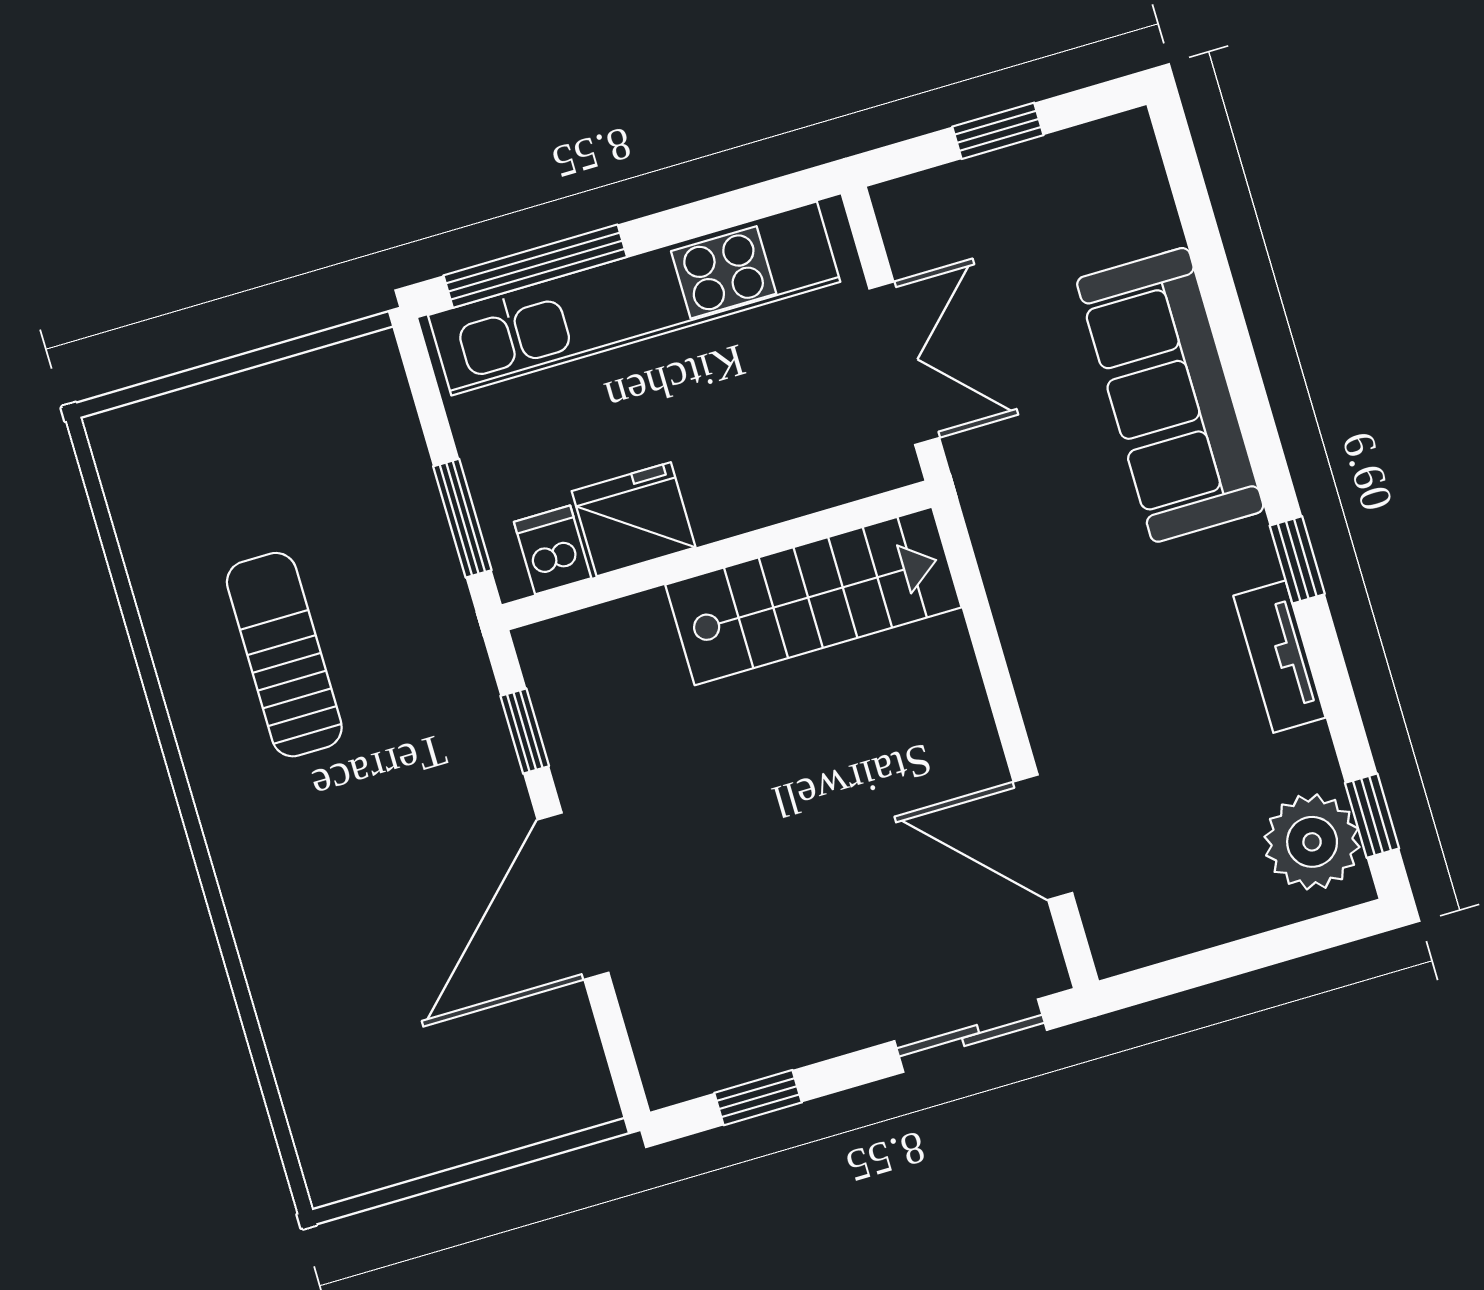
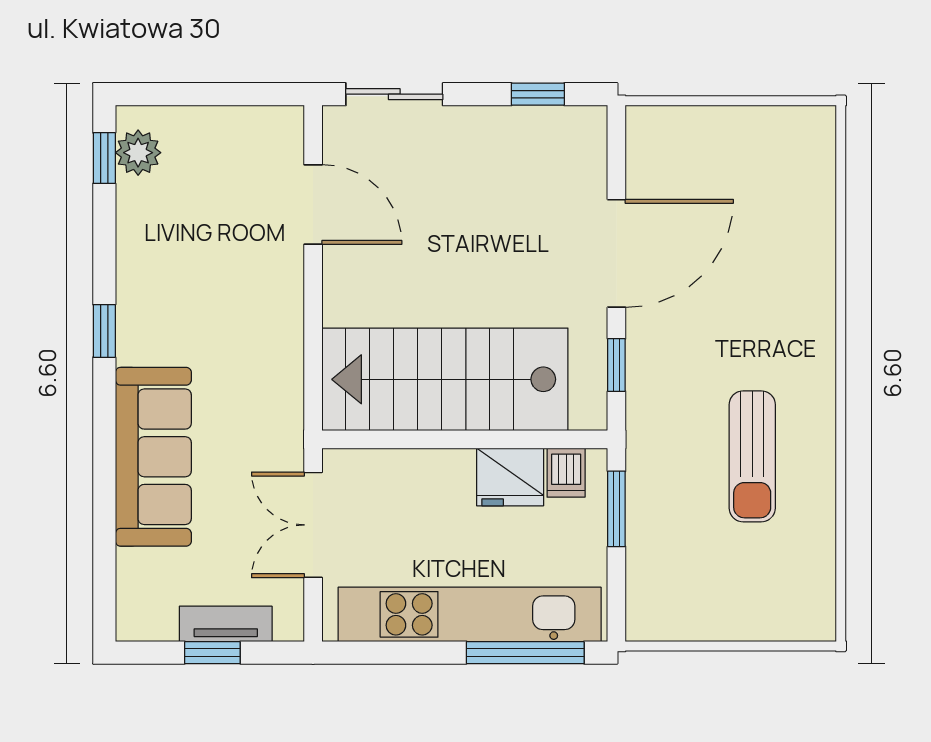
stairs: (813, 596) -> (445, 379), width x1.36, depth x1.51
tv unit: (1279, 657) -> (226, 624), moved, turned -90
plant: (1312, 842) -> (138, 153), width x0.73, depth x0.73

